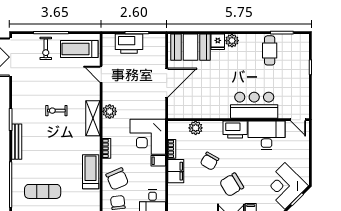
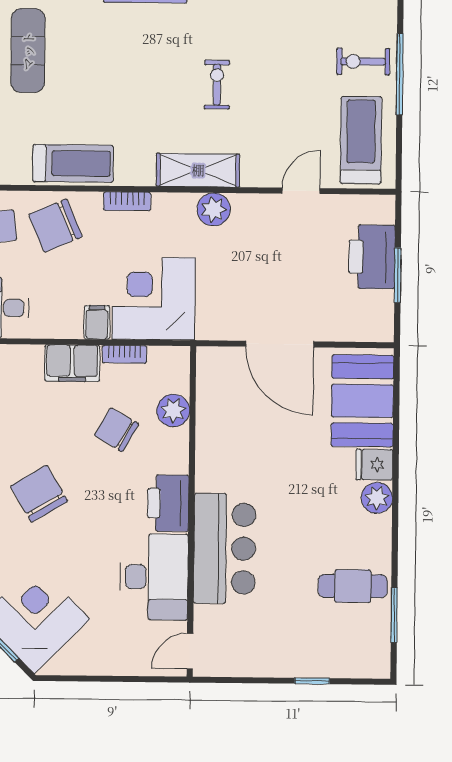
chair: (210, 161) -> (117, 430), moved

